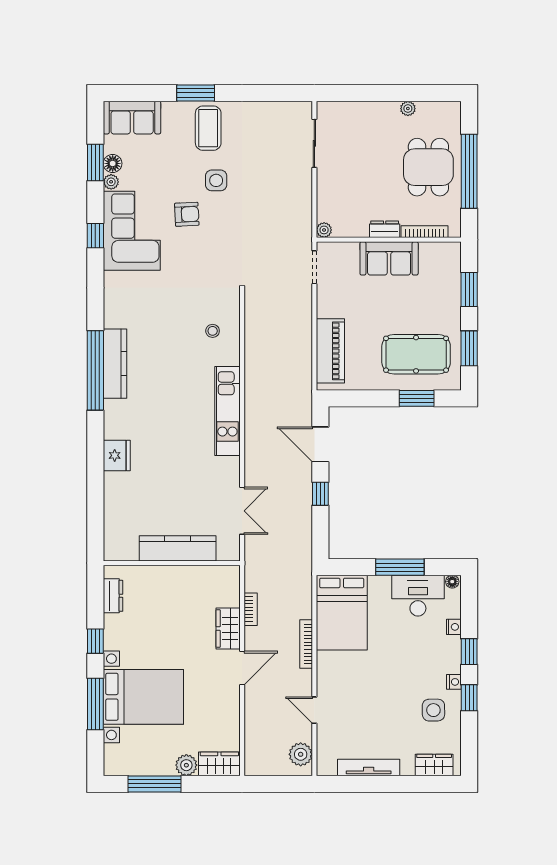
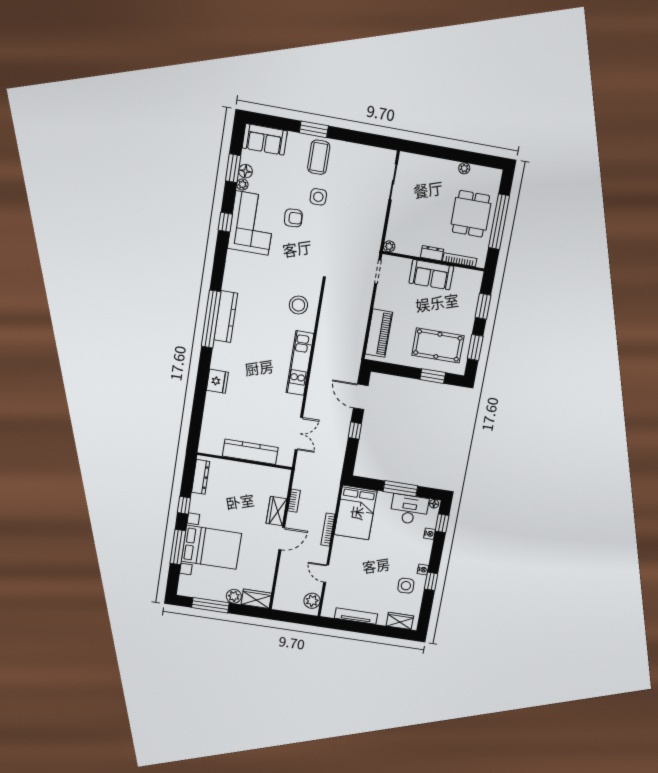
stool: (213, 331) -> (298, 305), width x1.89, depth x1.89
dresser: (113, 596) -> (201, 477), width x1.44
window: (469, 652) -> (442, 523), moved

